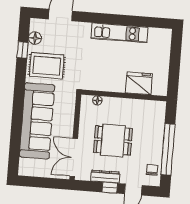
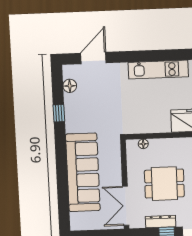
window: (23, 50) -> (59, 113), moved
rug: (47, 66) -> (86, 114), removed

